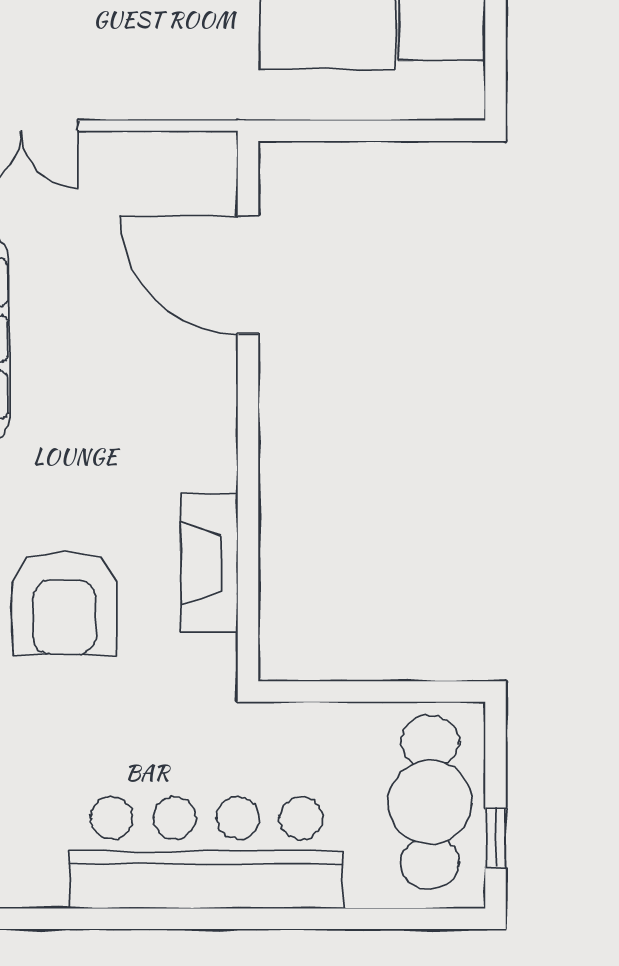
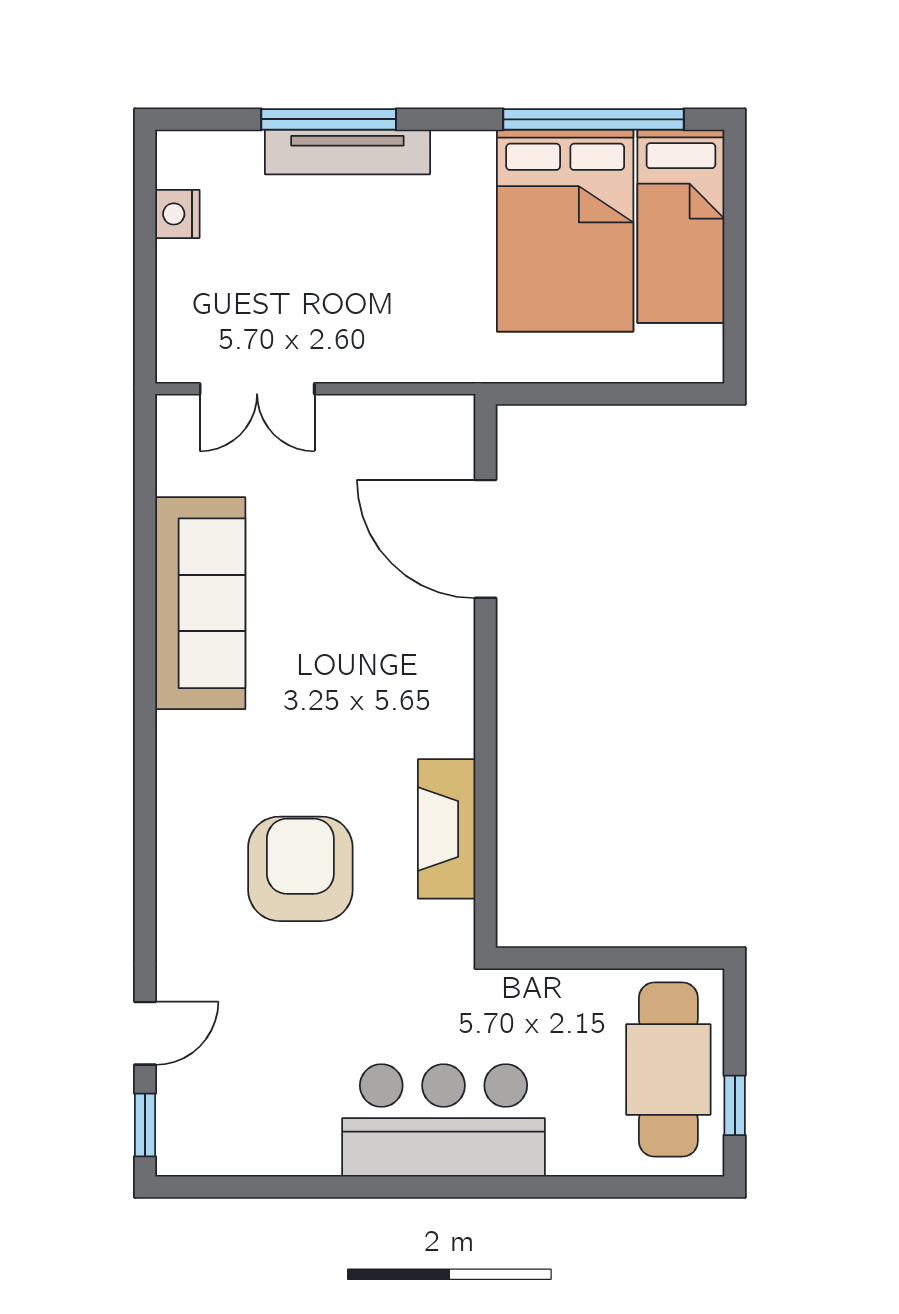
armchair: (64, 603) -> (300, 869), turned 180
bar counter: (206, 853) -> (443, 1120), width x0.73

